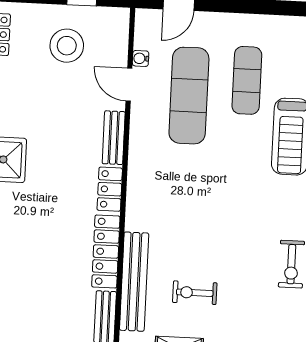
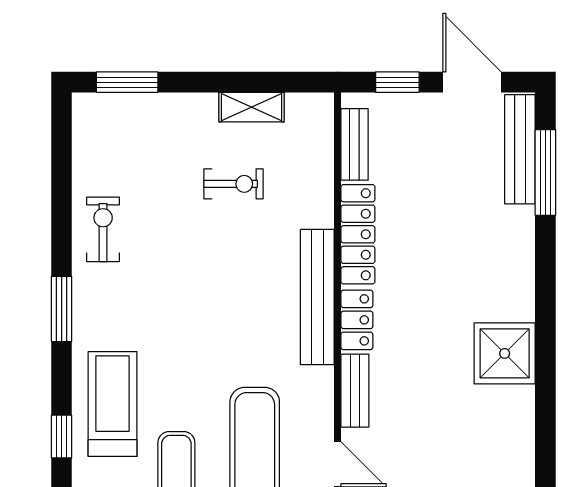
bench: (134, 282) -> (317, 297), moved

